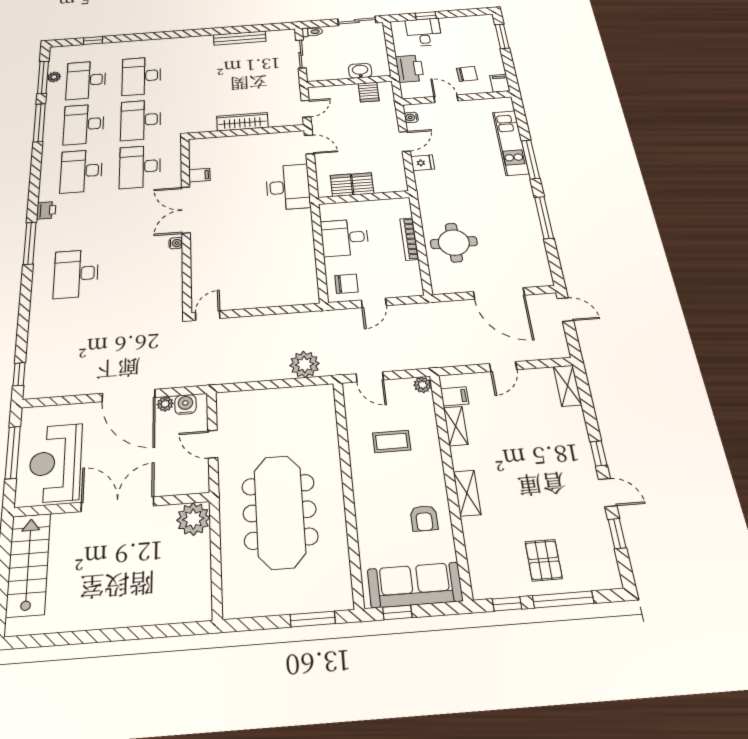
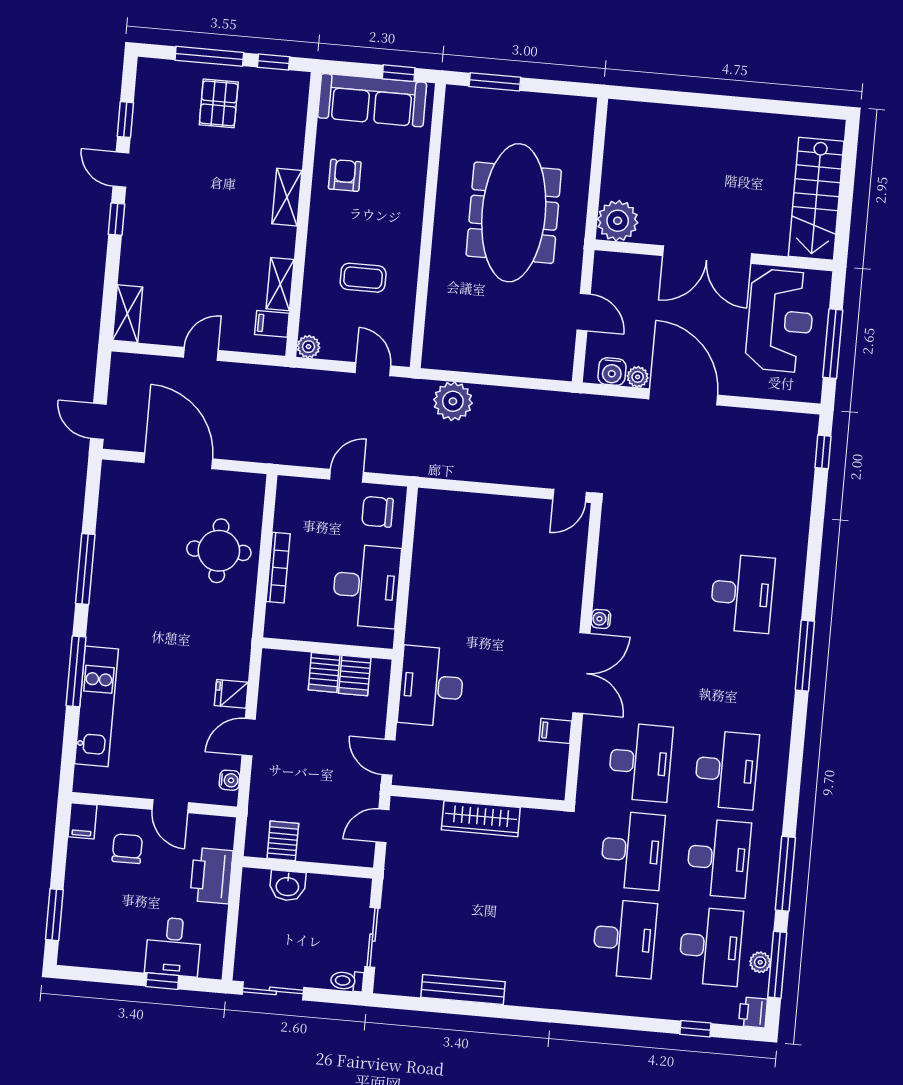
chair: (467, 74) -> (127, 849), turned 92
printer: (46, 210) -> (753, 1012), moved
desk: (345, 238) -> (366, 586), width x1.37

